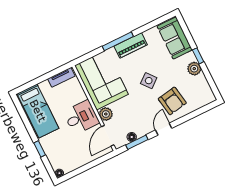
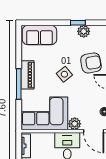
window: (198, 56) -> (78, 23), moved
plant: (194, 69) -> (84, 31), moved

